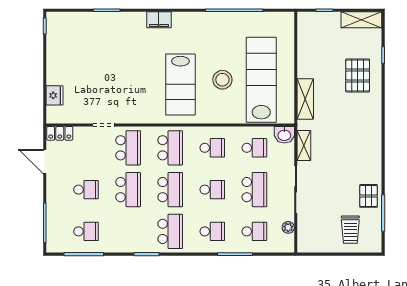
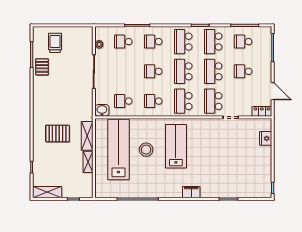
pallet: (358, 75) -> (58, 134), moved, turned 90
lab bench: (261, 80) -> (118, 150), turned 180
shelving: (304, 146) -> (88, 162), moved
school desk: (254, 190) -> (213, 42), moved

